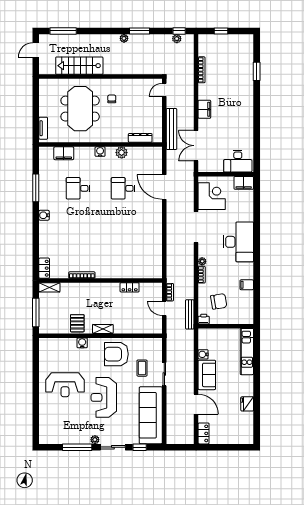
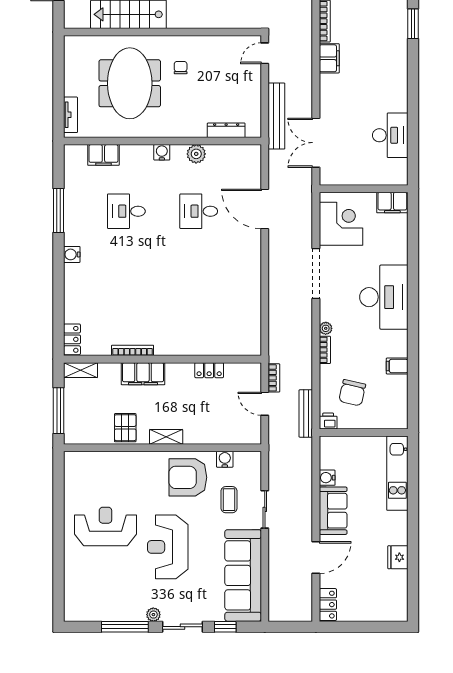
filing cabinet: (204, 109) -> (329, 58), moved
desk: (238, 161) -> (390, 135), moved, turned -90
filing cabinet: (88, 290) -> (143, 374), added
chair: (219, 301) -> (352, 393), turned 112
water cooler: (82, 343) -> (225, 459), moved
reception desk: (65, 385) -> (105, 526), turned 180
door: (196, 404) -> (316, 557), hinge flipped

